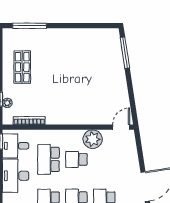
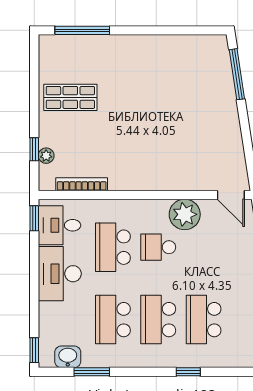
shop shelf: (22, 67) -> (70, 97), turned 90
door: (121, 127) -> (231, 195), swing flipped

